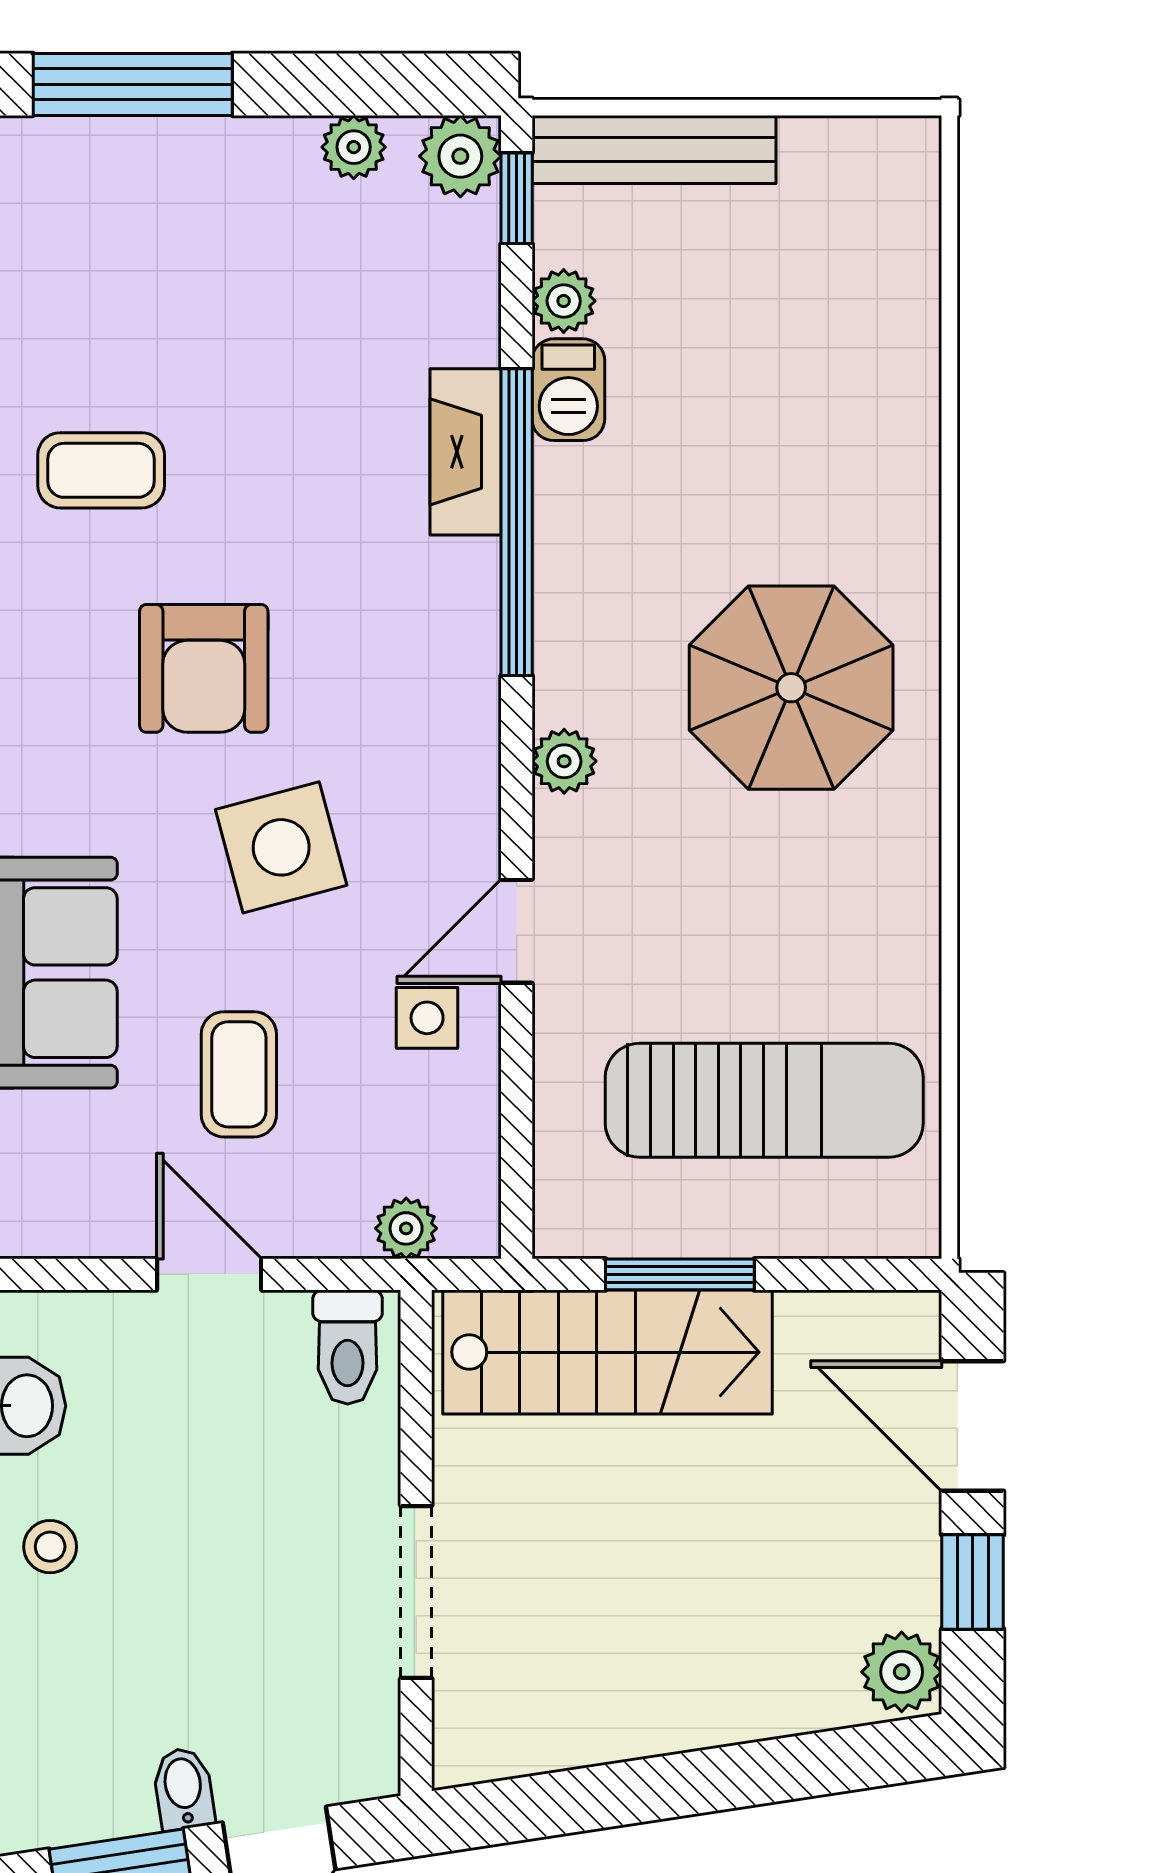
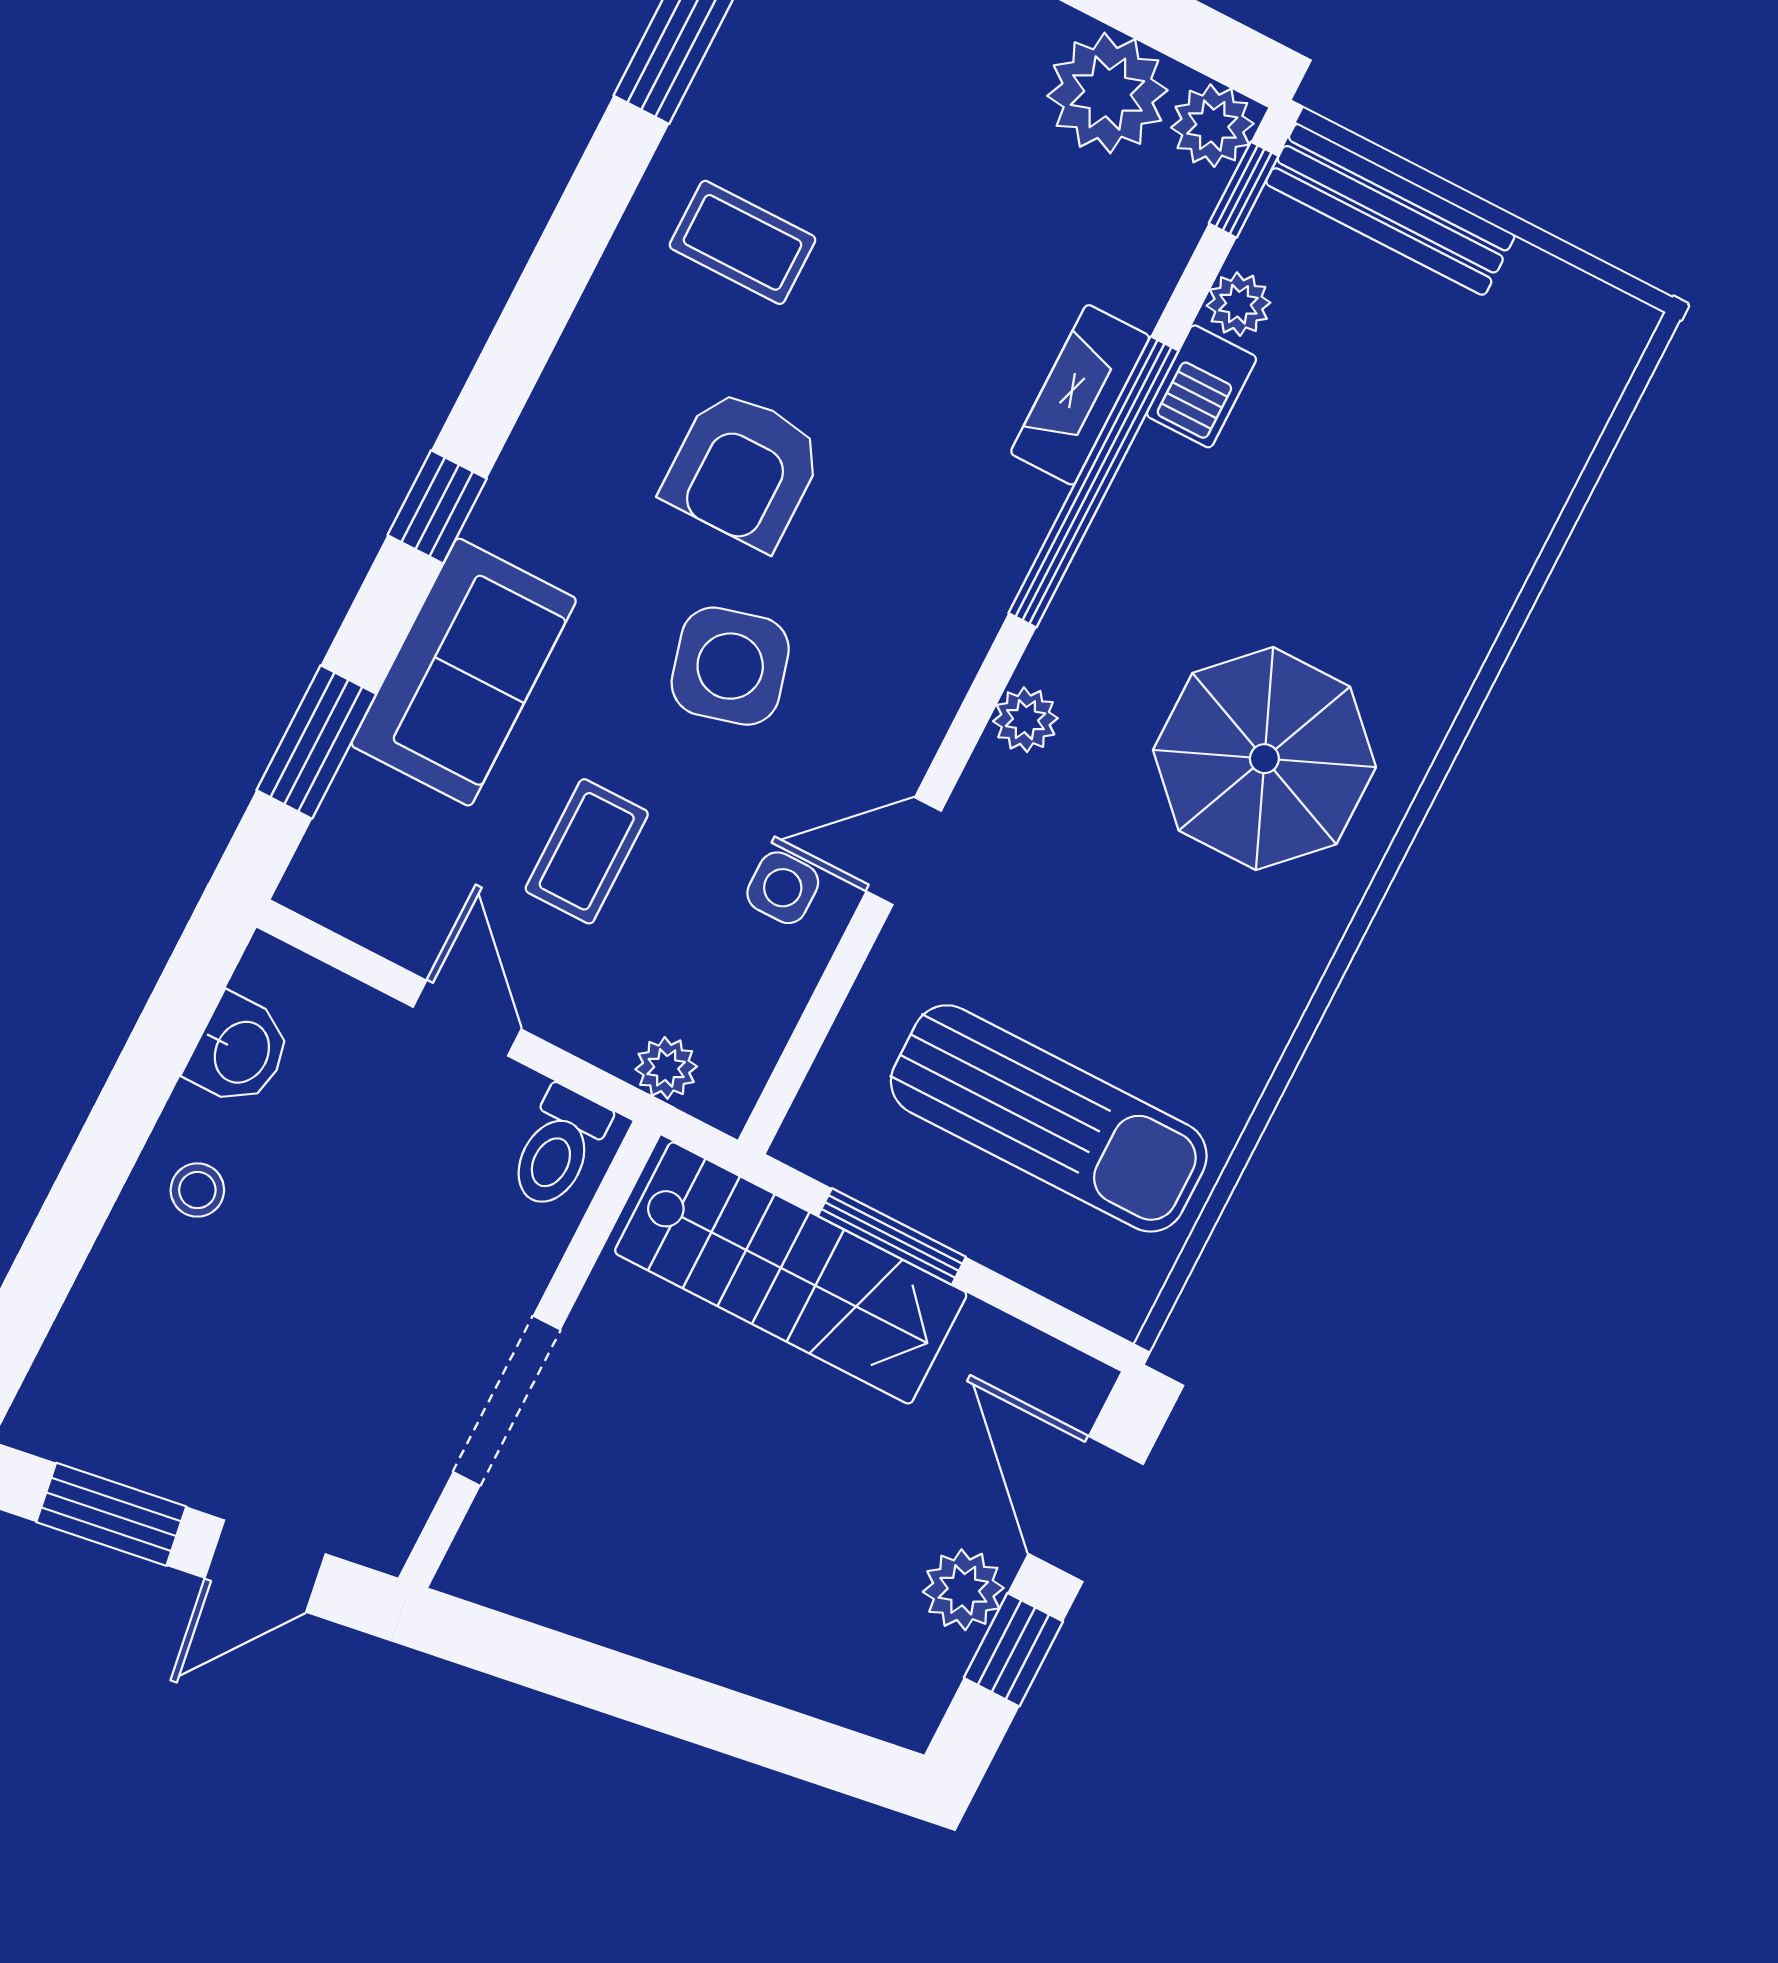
plant: (354, 147) -> (1107, 93), width x1.87, depth x1.87
plant: (902, 1672) -> (963, 1590), moved
bidet: (184, 1789) -> (206, 1470), removed

